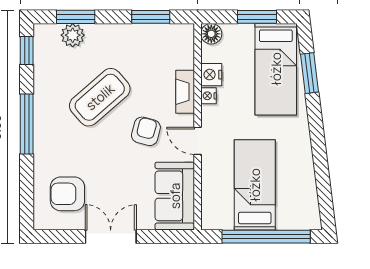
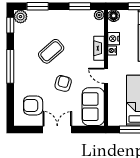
plant: (185, 32) -> (99, 15), added
plant: (73, 35) -> (21, 17), moved
coffee table: (100, 97) -> (51, 51), width x0.73, depth x0.76
armchair: (146, 131) -> (63, 83), moved

